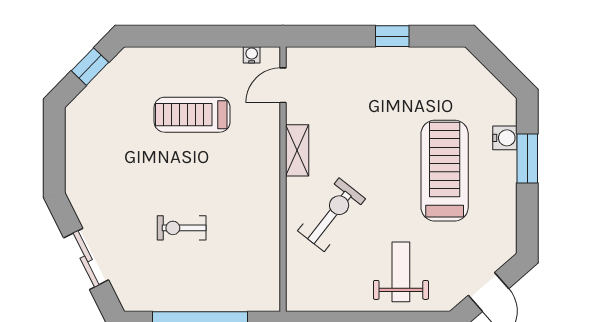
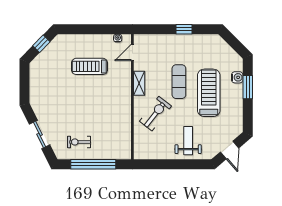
exercise mat: (381, 147) -> (179, 82), added
exercise bike: (182, 228) -> (79, 142), moved

